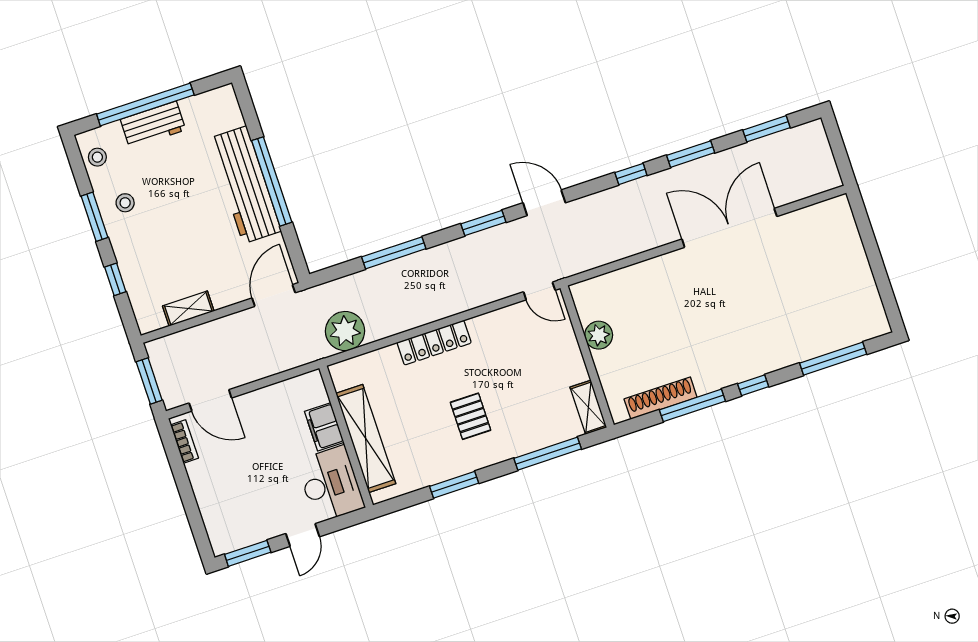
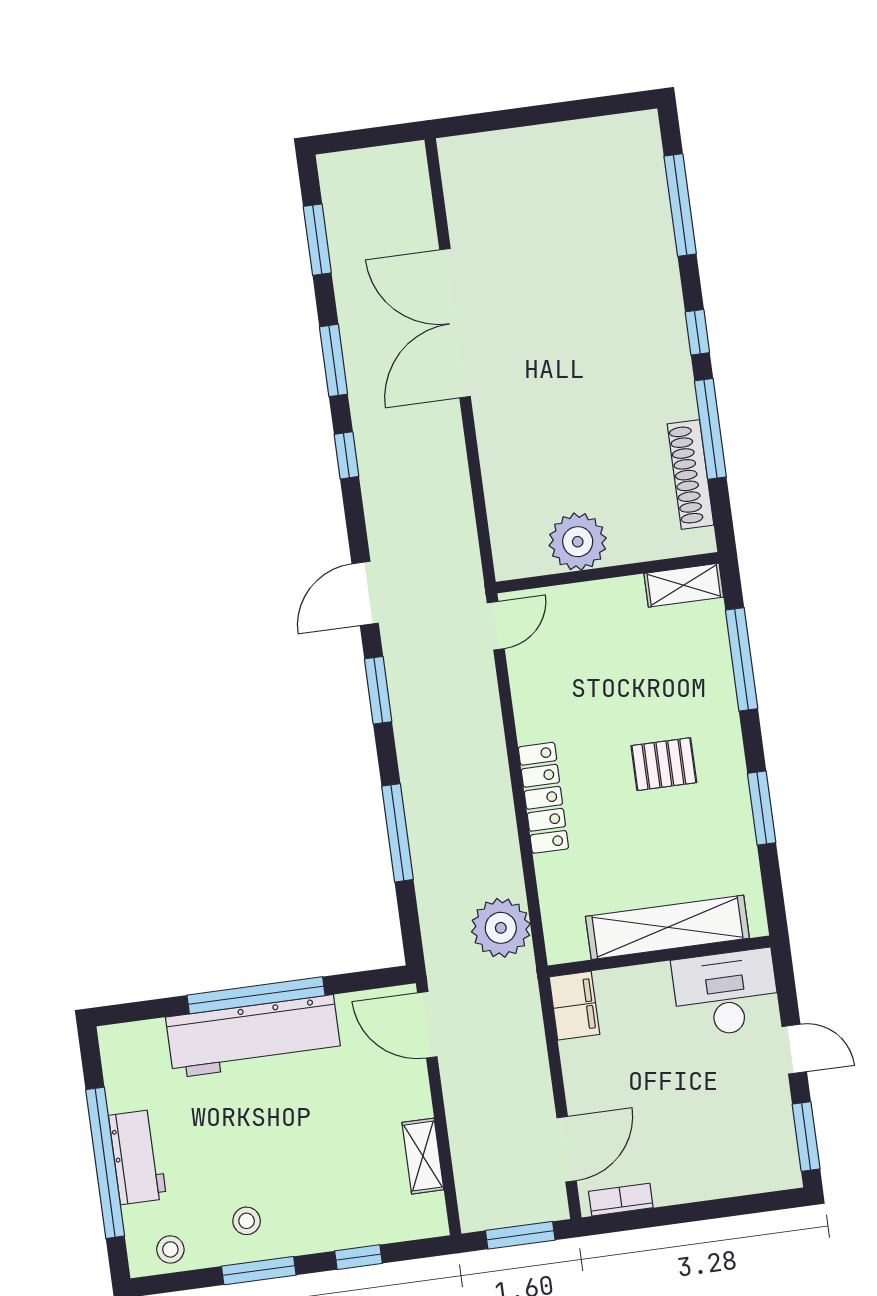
plant: (599, 335) -> (578, 542), width x1.36, depth x1.36
filing cabinet: (324, 427) -> (574, 1006), moved, turned -90

